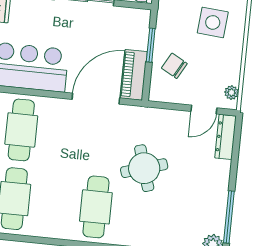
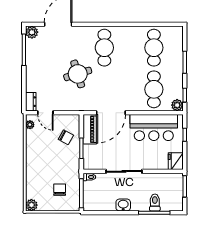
side table: (213, 22) -> (45, 166), removed
door: (204, 110) -> (45, 113), swing flipped
dresser: (225, 137) -> (31, 102), width x0.70

